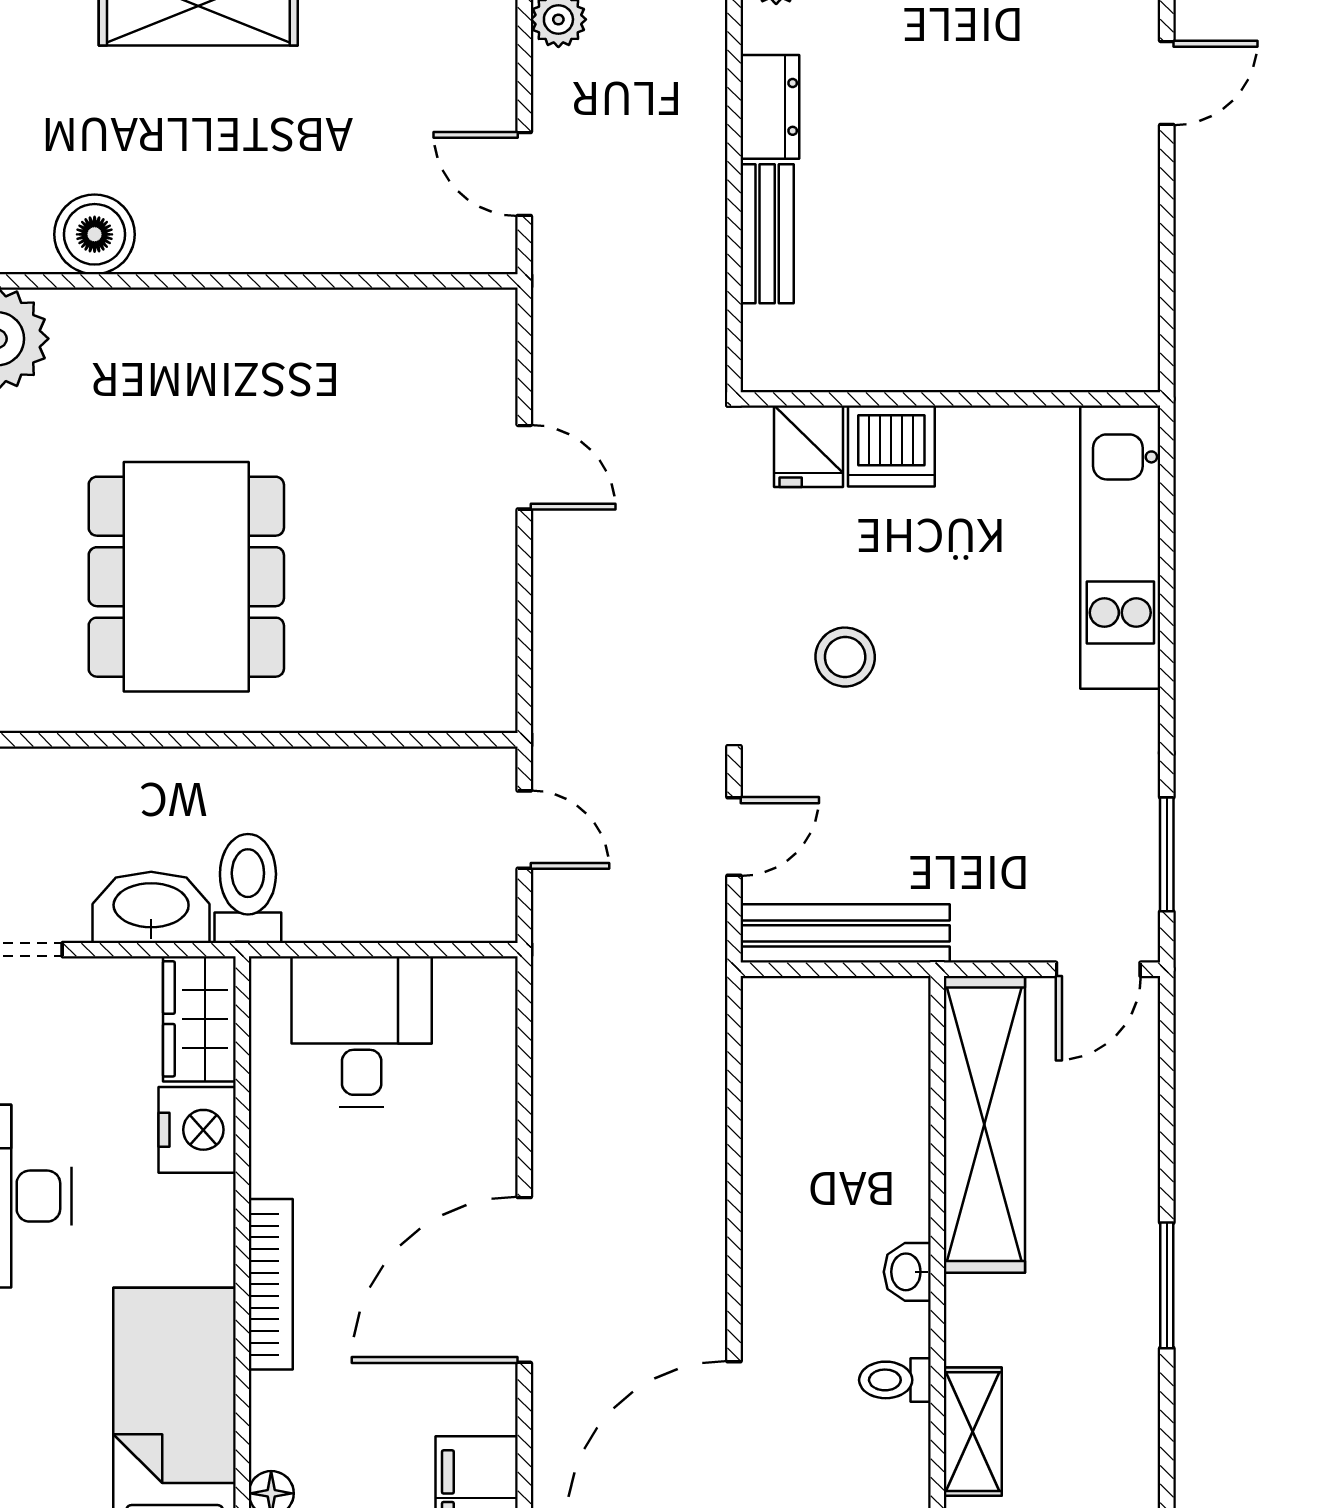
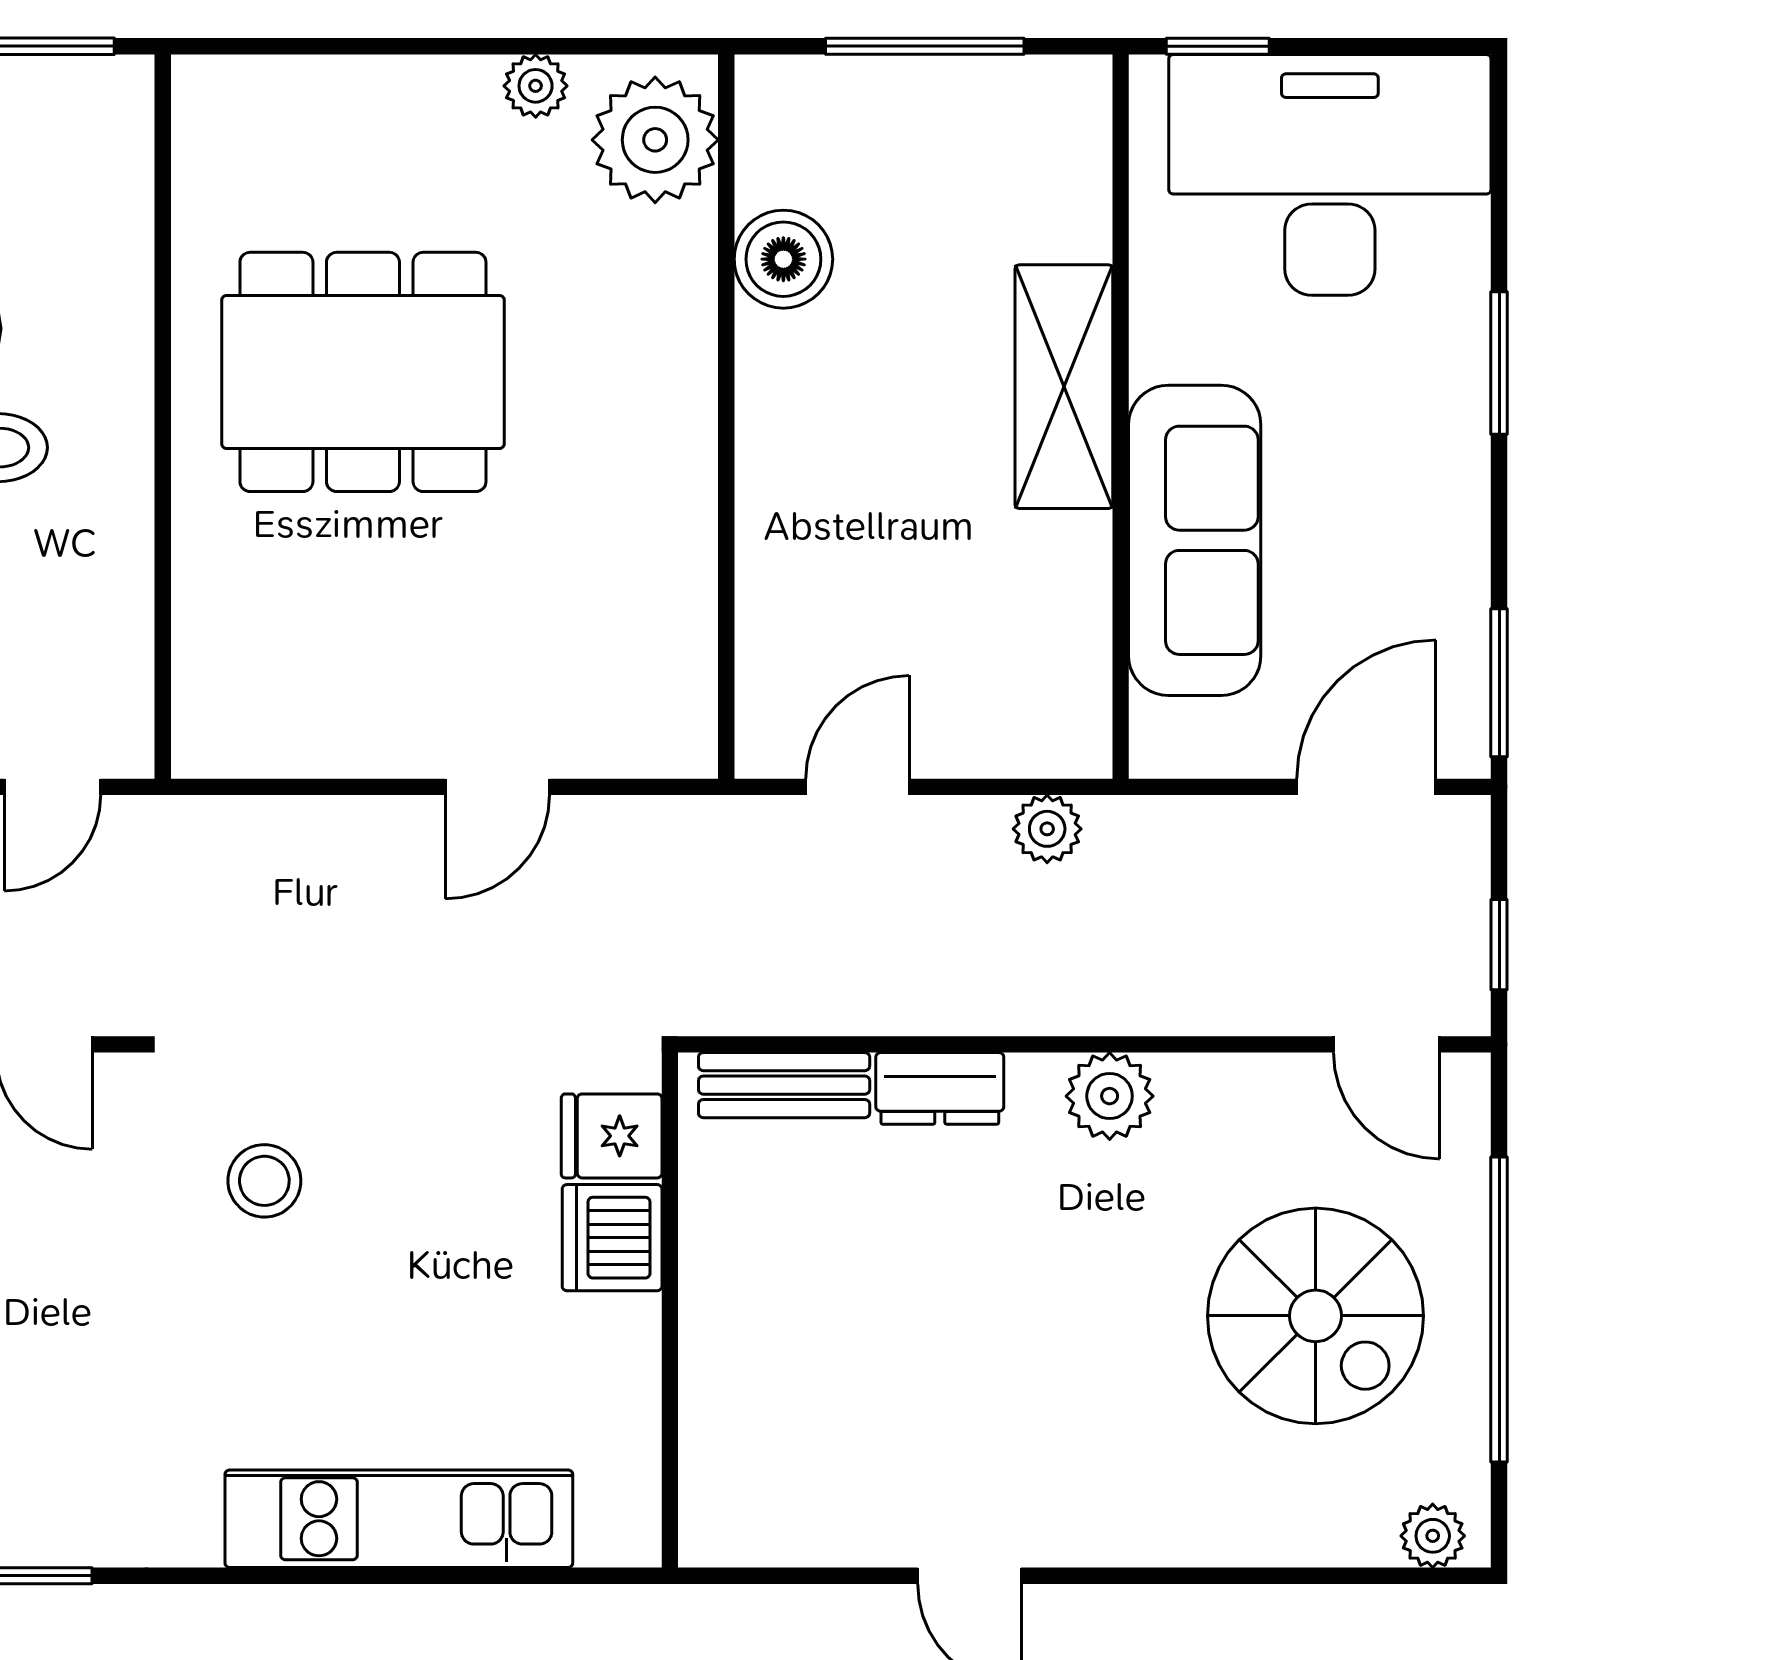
wall: (950, 399) -> (670, 1310), moved
fridge: (808, 446) -> (612, 1136), moved
dishwasher: (891, 446) -> (612, 1238), moved

